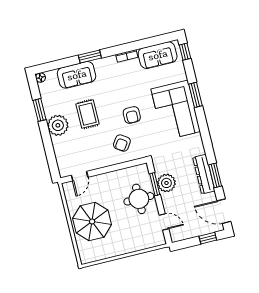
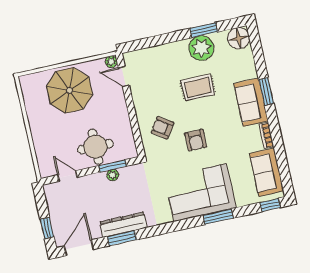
sofa: (77, 75) -> (251, 102), moved
floor lamp: (40, 78) -> (239, 38), width x1.89, depth x1.89
armchair: (132, 115) -> (196, 140), turned -90
plant: (58, 125) -> (201, 48), moved
plant: (166, 183) -> (113, 175), width x0.53, depth x0.53
plant: (67, 187) -> (111, 62), added
door: (164, 222) -> (67, 176), swing flipped

